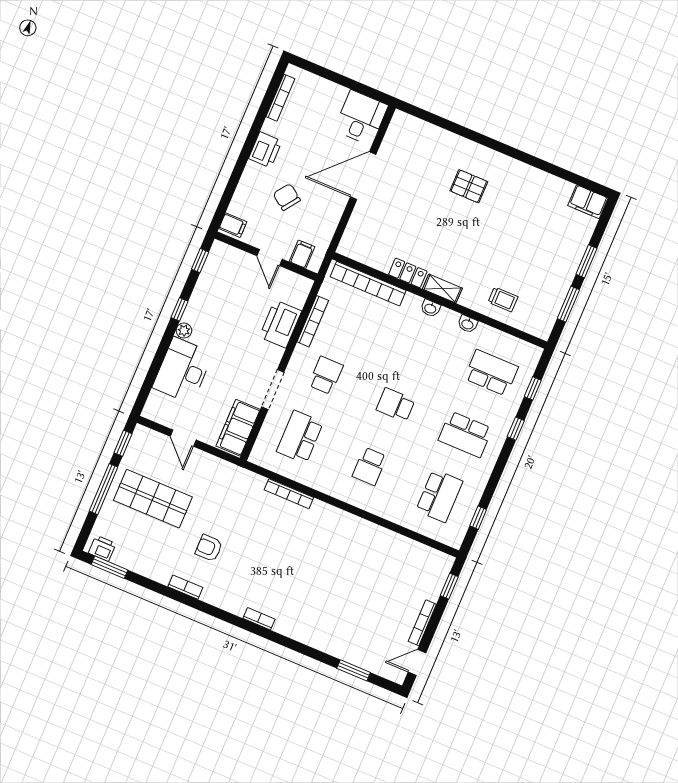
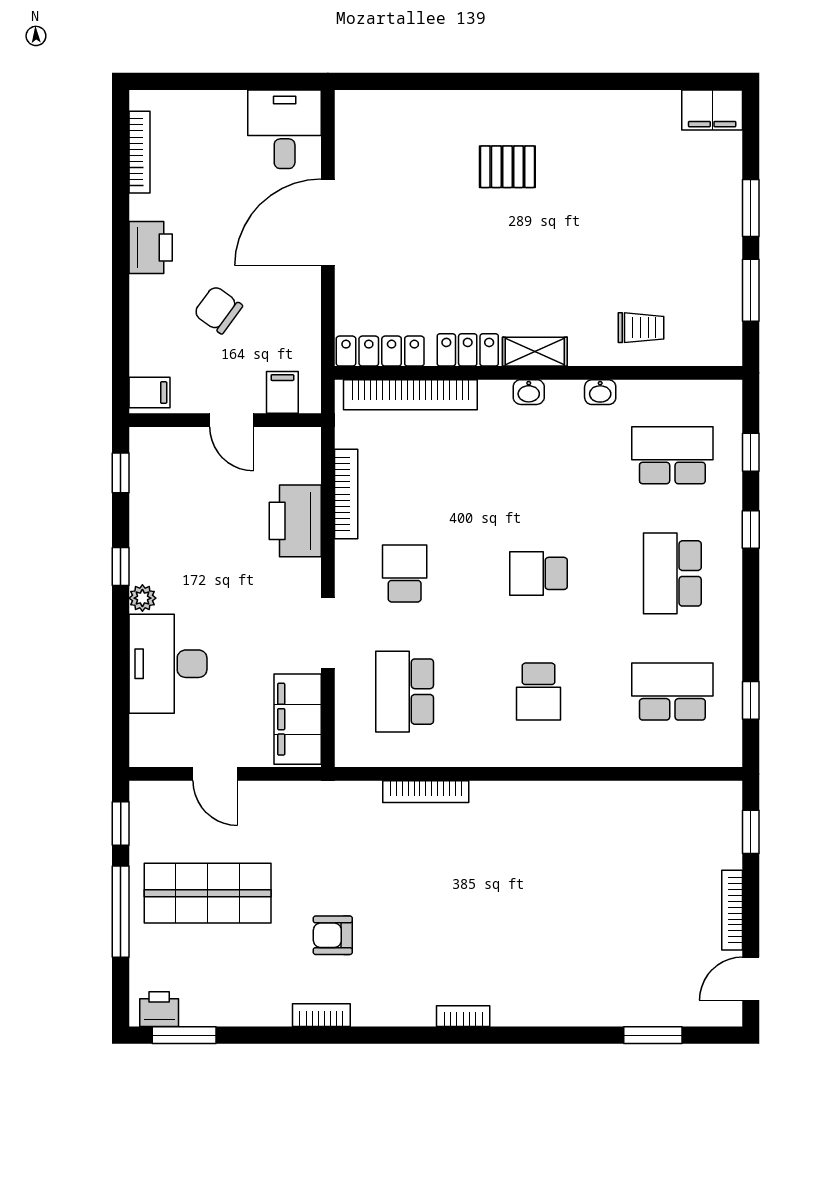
locker: (362, 254) -> (380, 351), added
school desk: (465, 434) -> (672, 573), turned 90
school desk: (439, 496) -> (672, 692), turned -90

